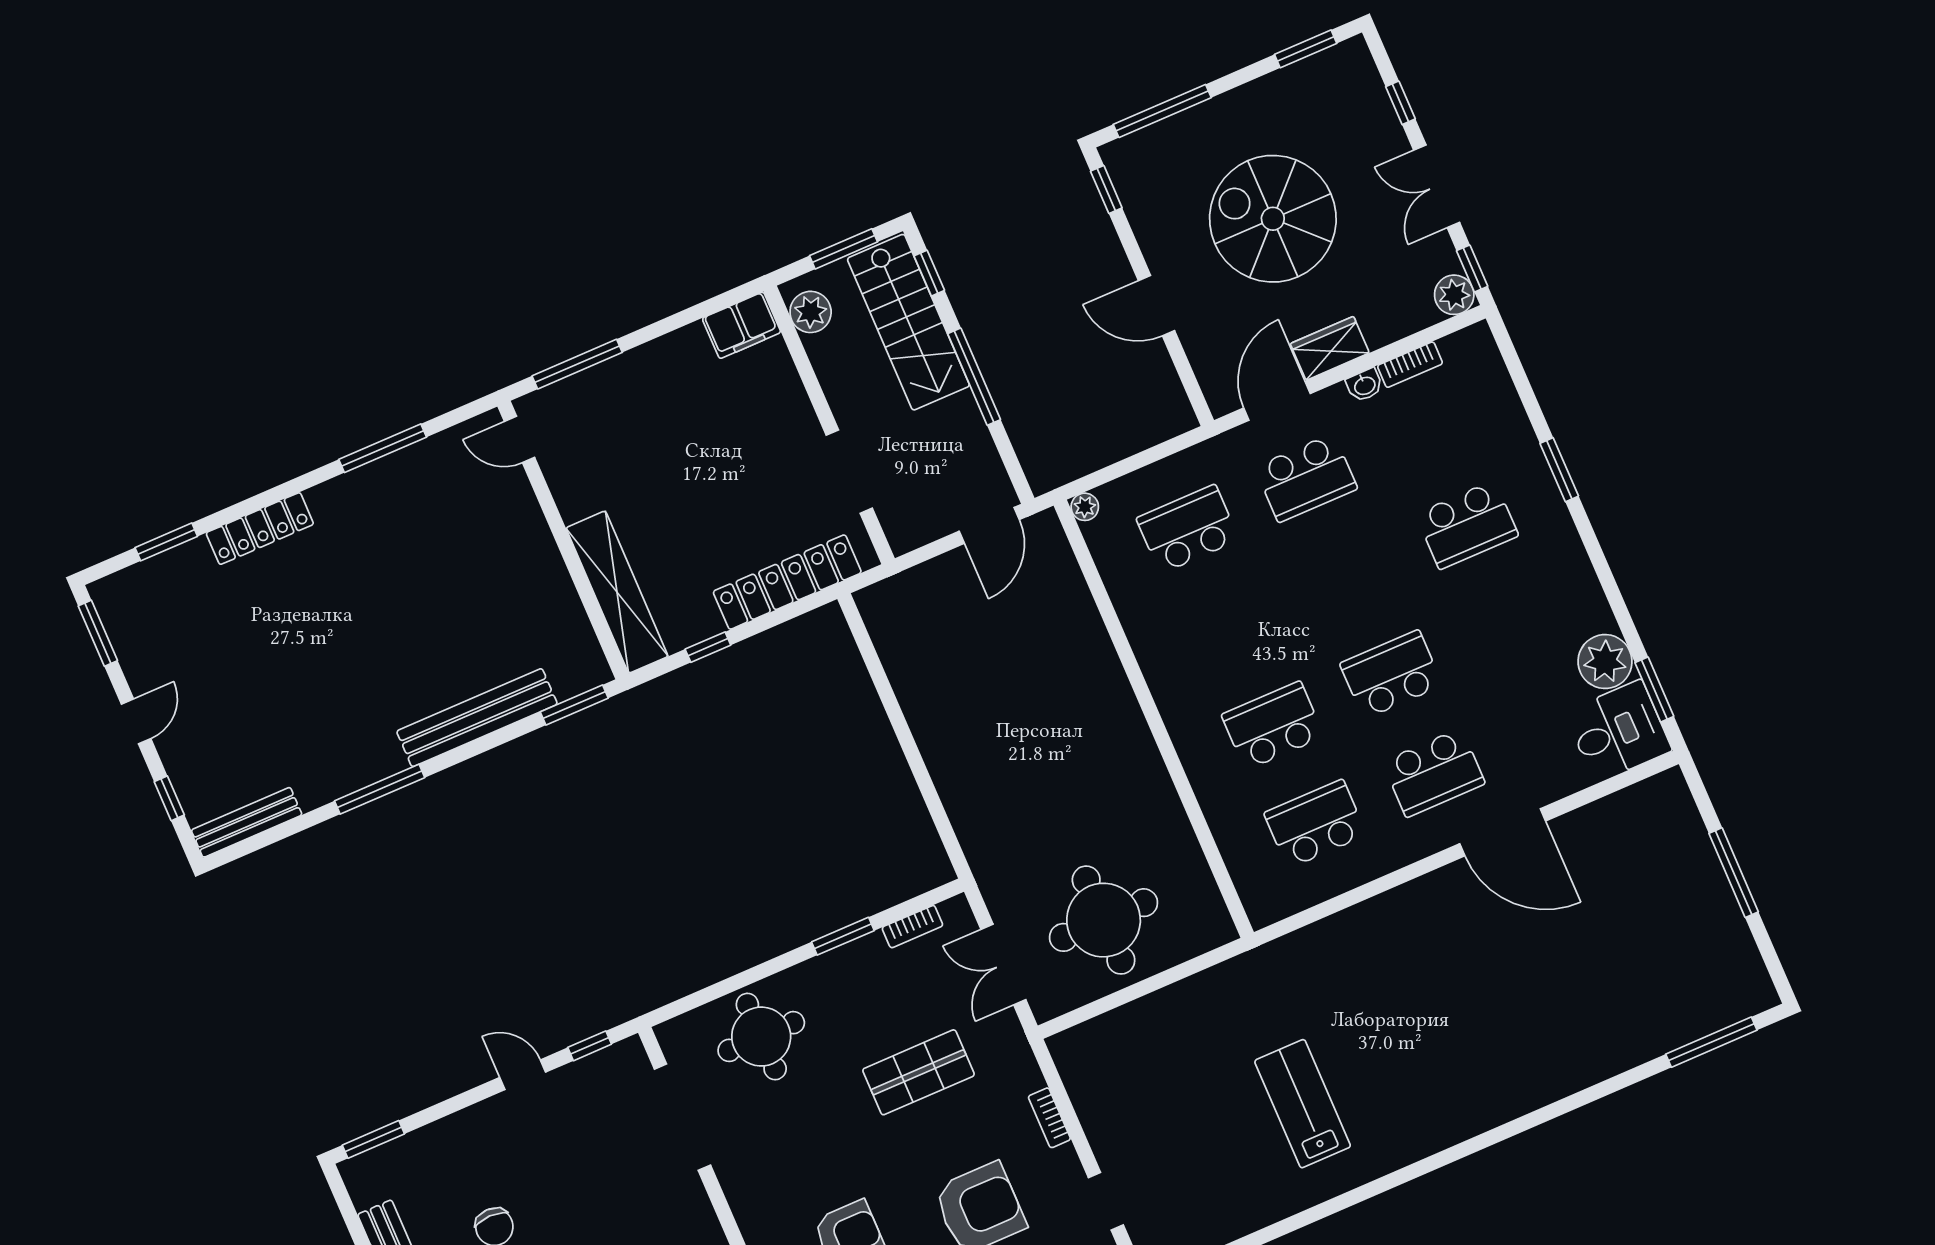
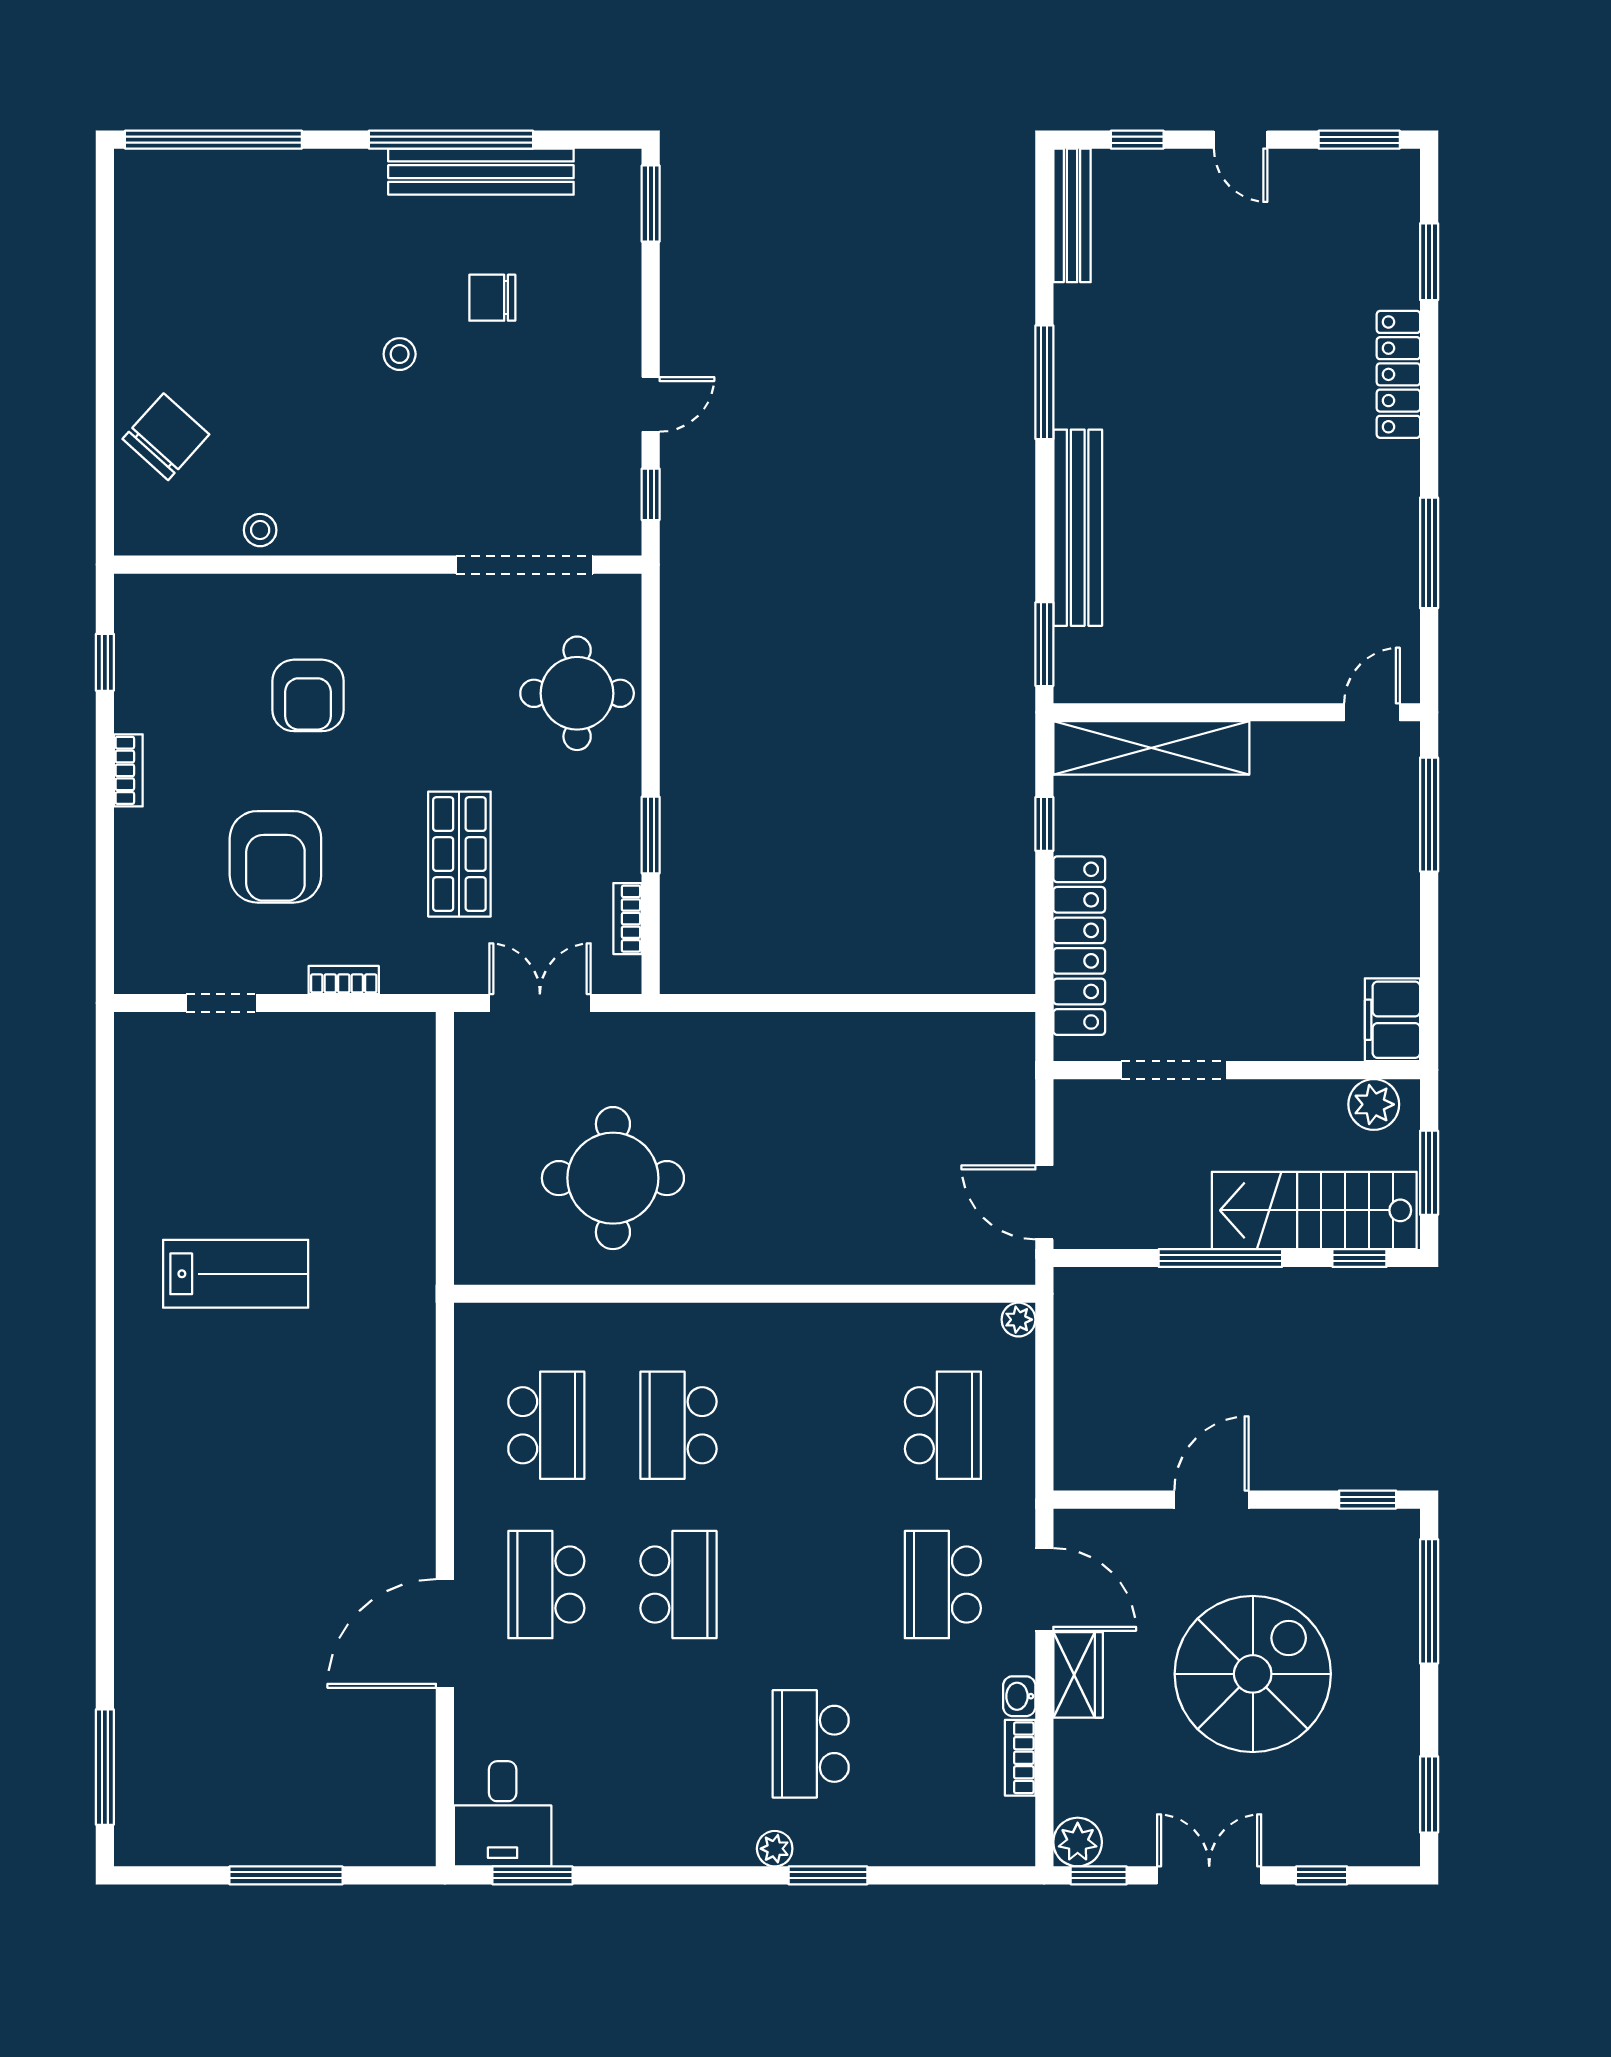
plant: (1605, 662) -> (775, 1849), moved, width x0.53, depth x0.53
school desk: (1273, 726) -> (679, 1425), turned 180
round table: (1104, 920) -> (613, 1178), moved

